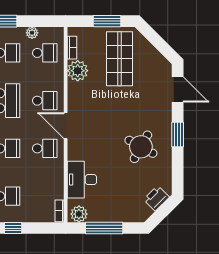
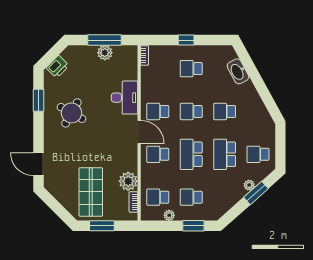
window: (178, 135) -> (39, 100), moved
desk: (82, 180) -> (124, 98), moved
plant: (79, 214) -> (105, 53), moved

